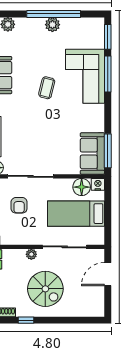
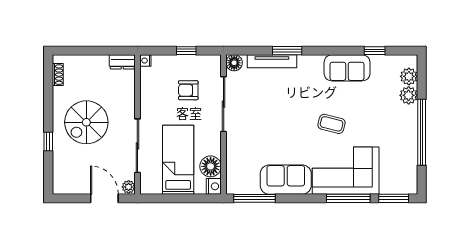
plant: (52, 25) -> (409, 95), moved
sofa: (92, 154) -> (286, 180), moved
plant: (31, 254) -> (129, 187), moved
window: (26, 320) -> (48, 142), moved

